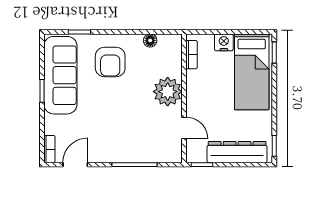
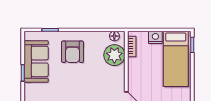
floor lamp: (150, 40) -> (114, 36), moved
sofa: (60, 75) -> (36, 61), width x0.73
plant: (168, 92) -> (114, 55), moved

